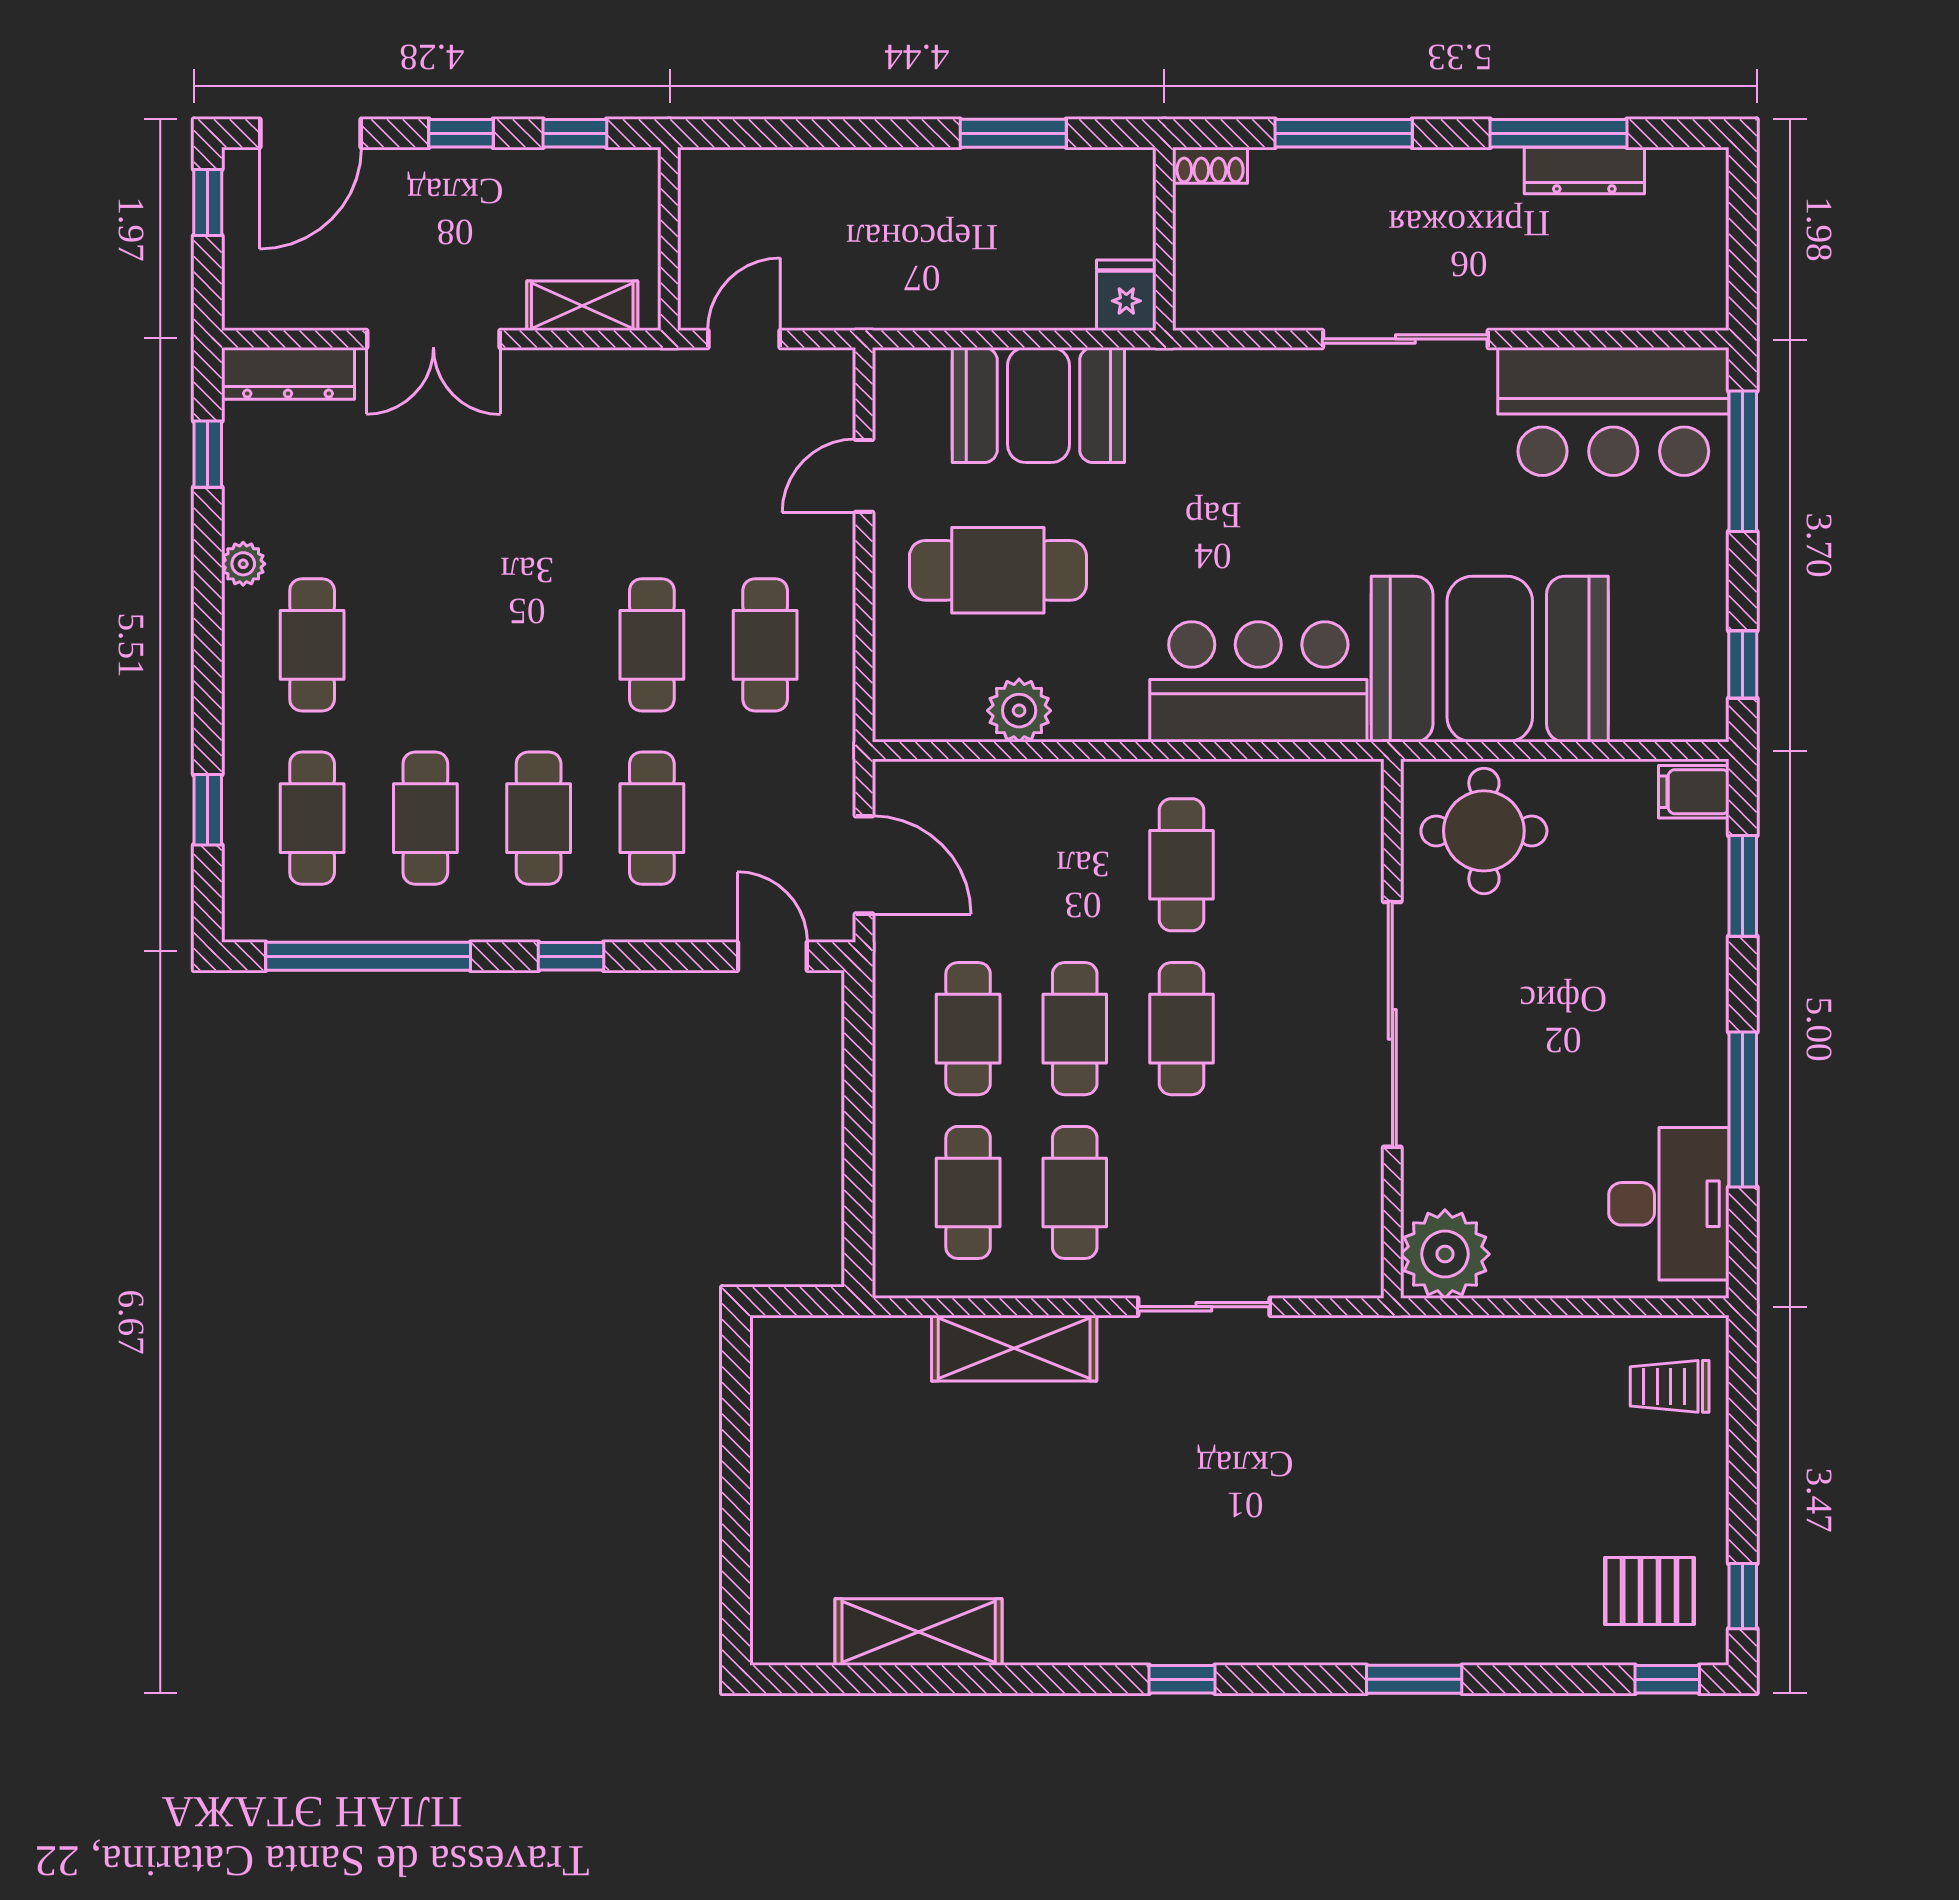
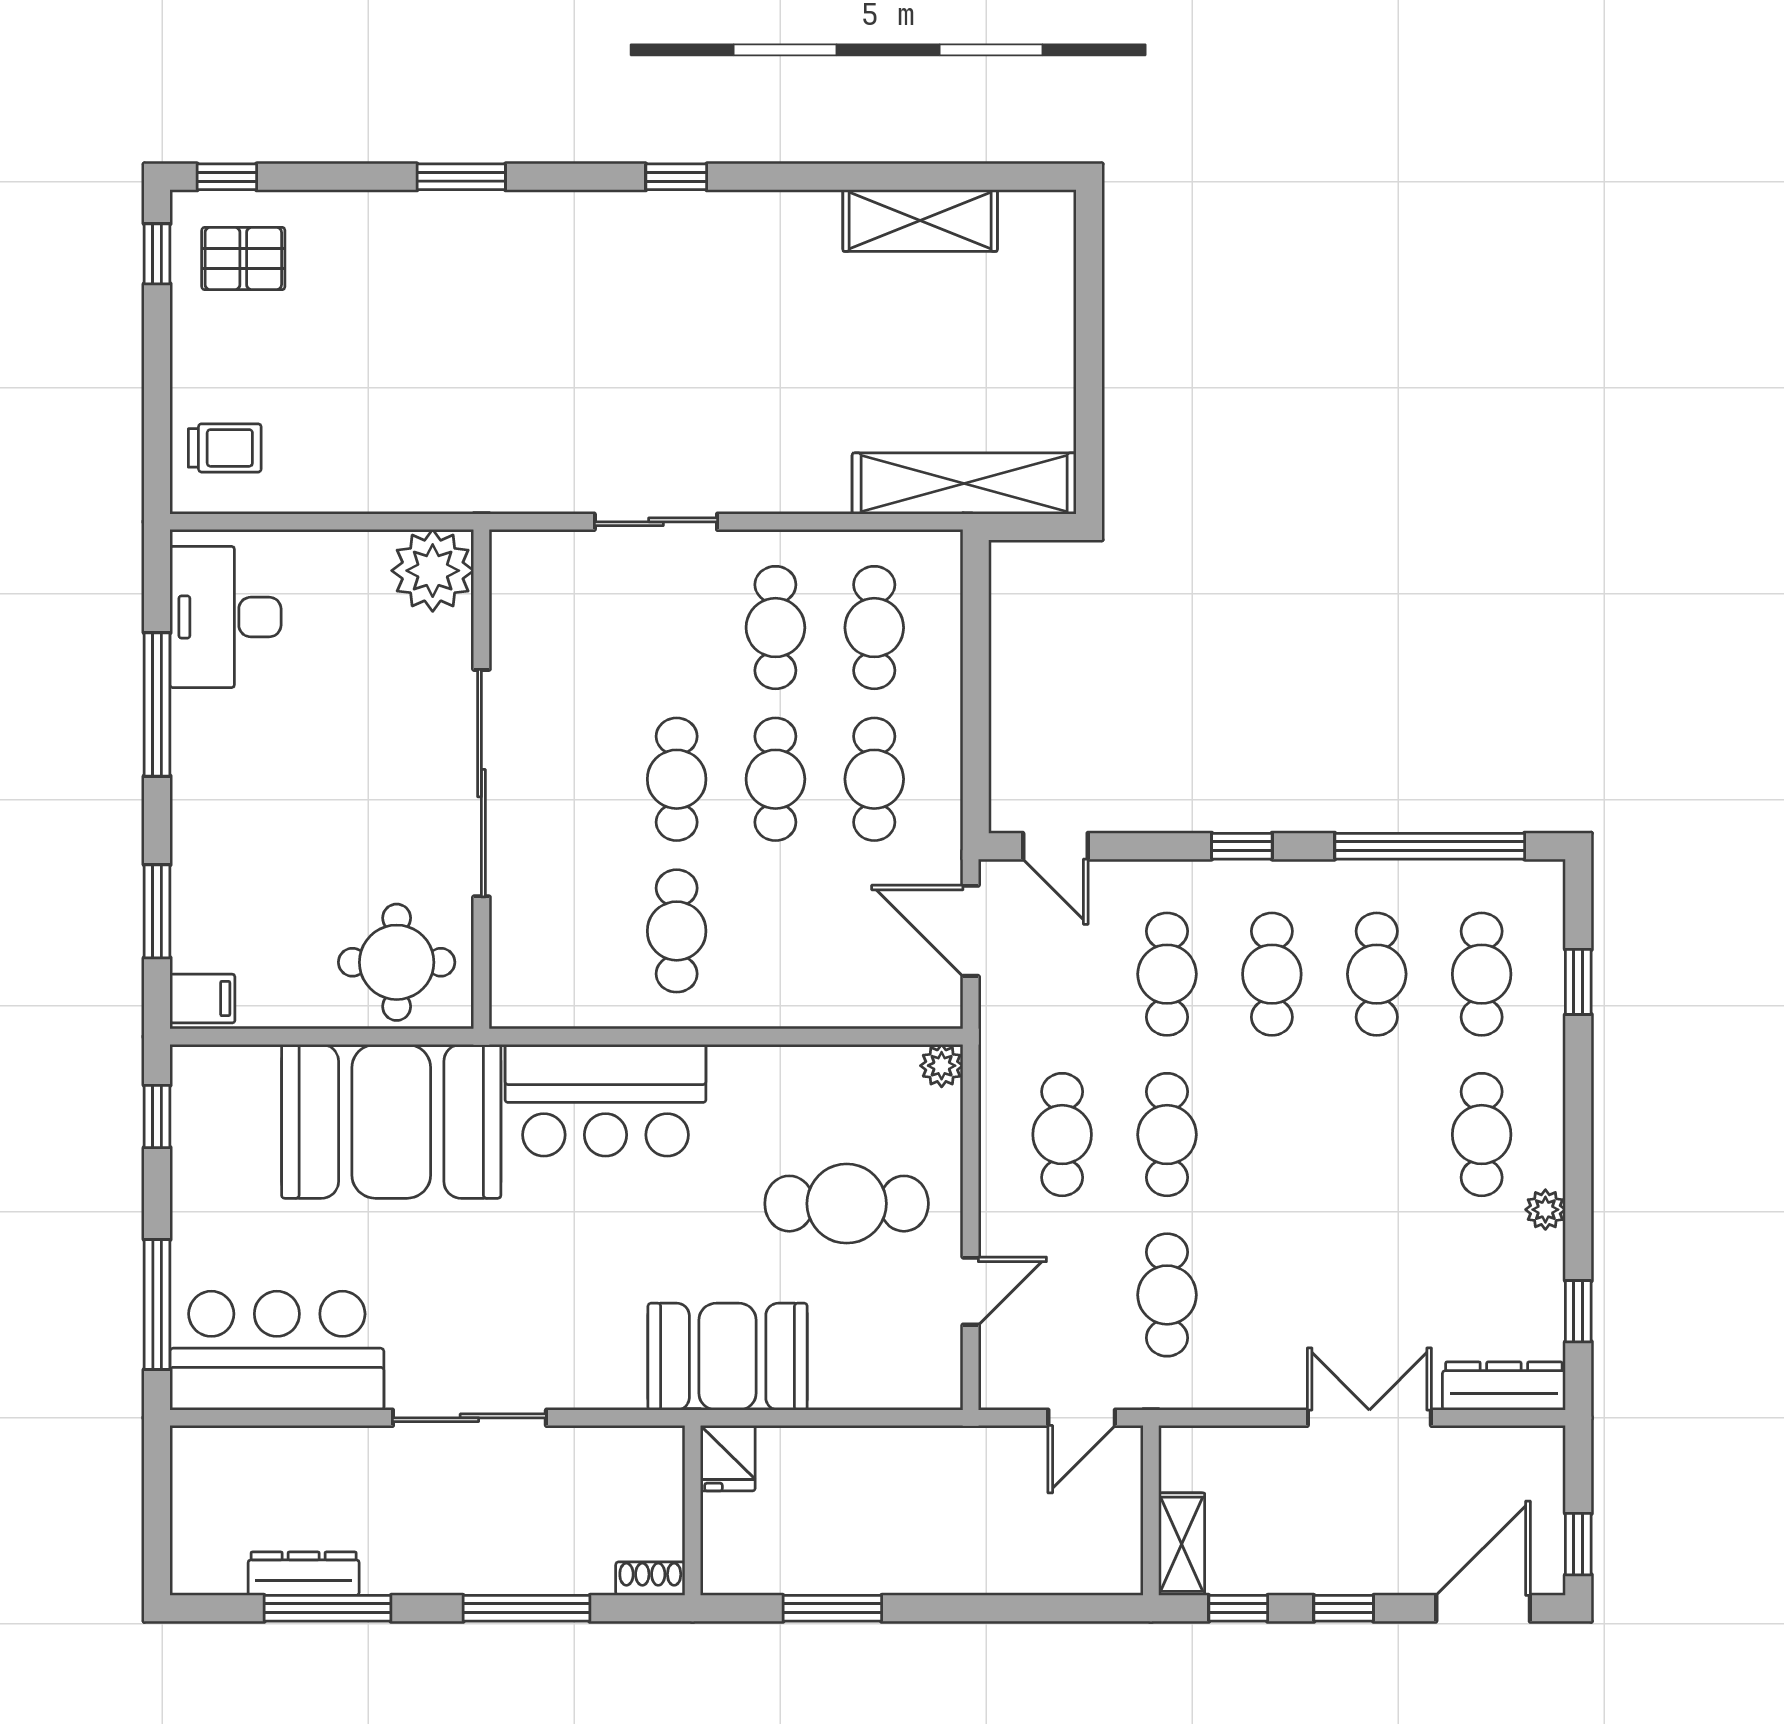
shelving: (582, 306) -> (1182, 1544), moved, turned 90
booth: (1038, 405) -> (728, 1357), moved
cafe table: (652, 472) -> (1167, 1295), added
plant: (1019, 711) -> (942, 1066), moved, width x0.73, depth x0.73
shelving: (1014, 1348) -> (964, 483), moved, width x1.47

